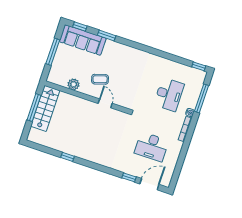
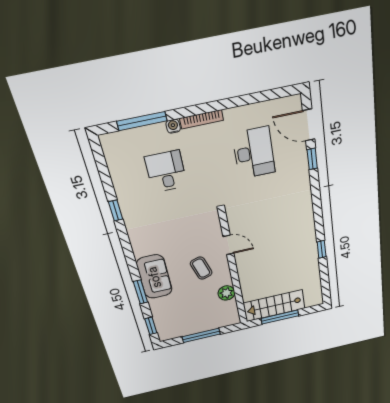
sofa: (83, 40) -> (154, 277), moved, width x0.73
window: (199, 66) -> (116, 210), moved
desk: (169, 94) -> (166, 171), width x0.73
door: (105, 103) -> (228, 245), swing flipped

